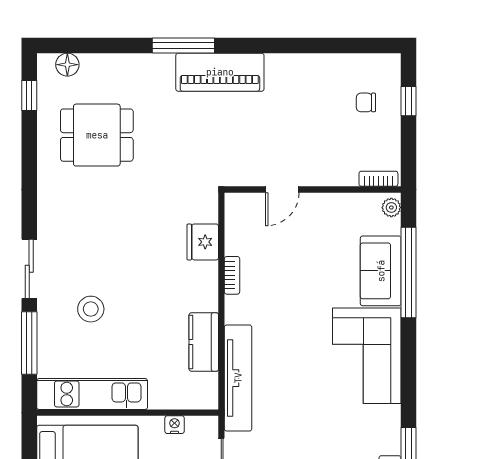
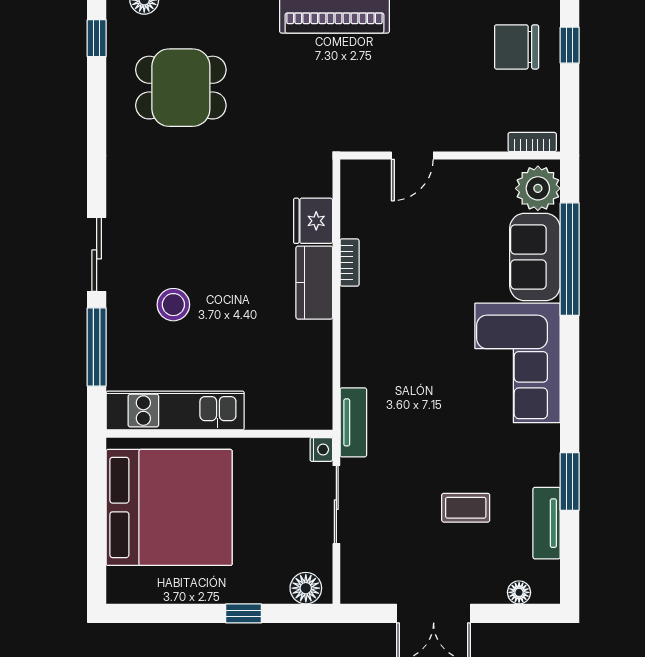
chair: (366, 102) -> (517, 47), width x1.87, depth x1.87
plant: (391, 207) -> (538, 188), width x1.88, depth x1.88
kitchen counter: (204, 342) -> (314, 283), moved
tv unit: (238, 378) -> (353, 422), width x0.52, depth x0.78
nightstand: (175, 425) -> (321, 449), moved, turned 90

